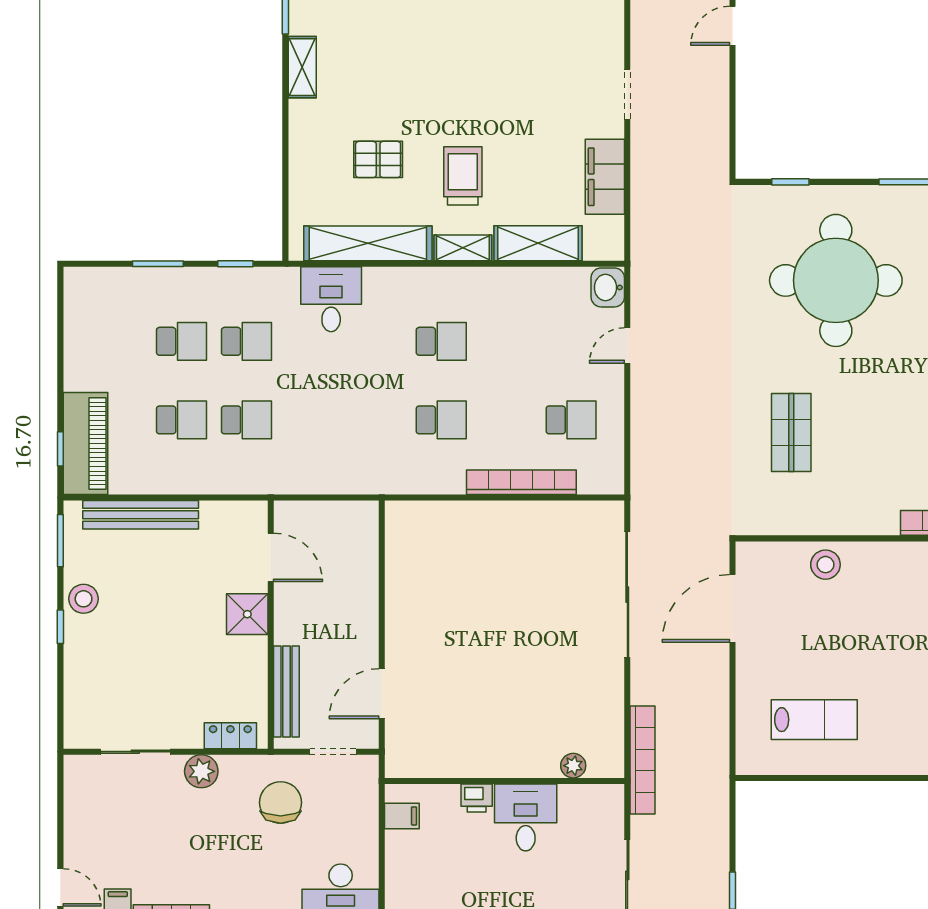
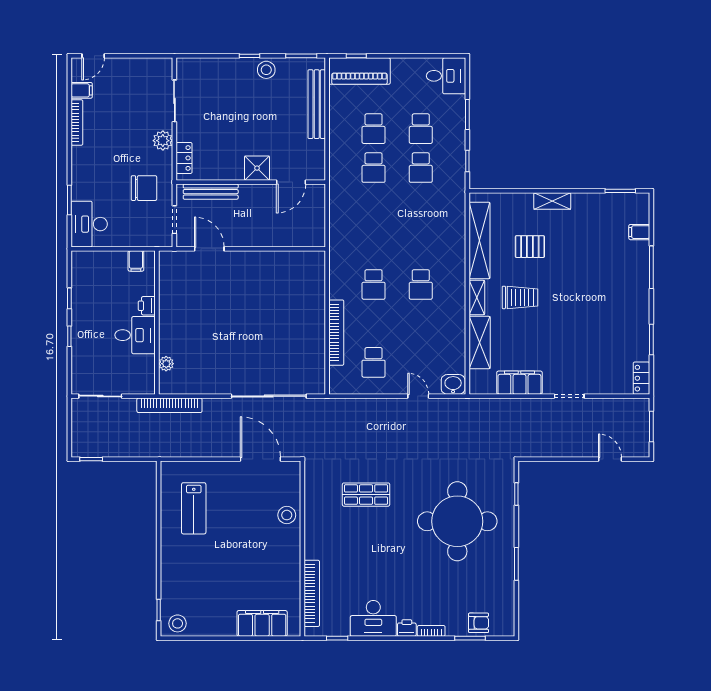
shelving: (302, 67) -> (552, 201), moved
pallet: (378, 159) -> (530, 247), turned 90
desk: (331, 299) -> (446, 76), moved

